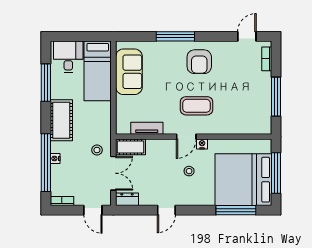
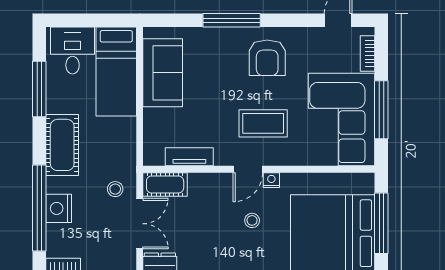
corner sofa: (249, 103) -> (342, 119), added
nightstand: (55, 158) -> (59, 208), width x1.89, depth x1.79

